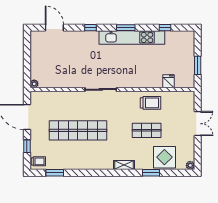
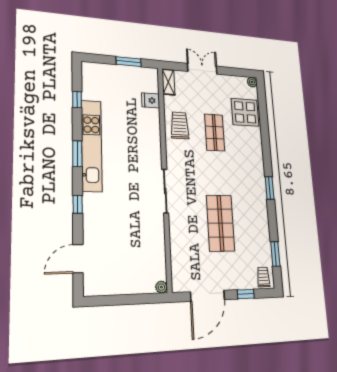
shop shelf: (78, 130) -> (220, 223), width x0.71
shelving: (124, 165) -> (168, 82), moved
window: (151, 173) -> (270, 188), moved

